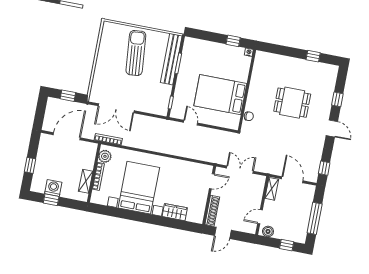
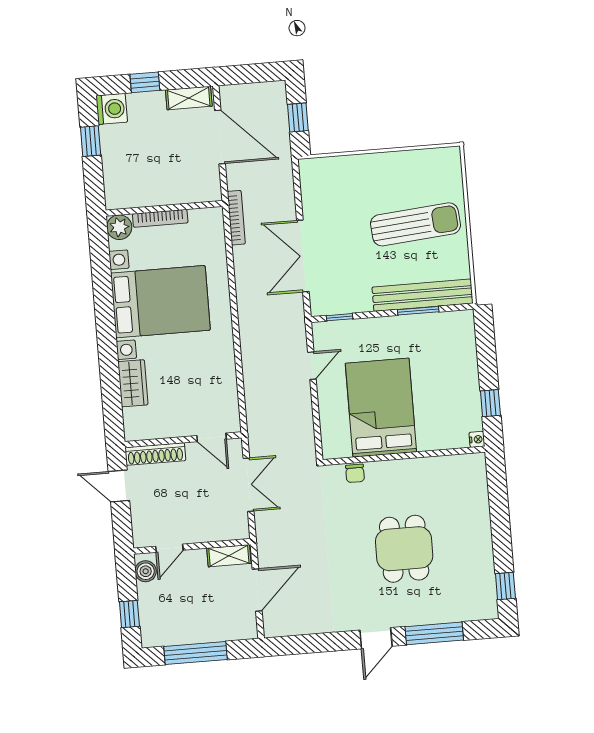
window: (313, 56) -> (505, 586), moved
window: (337, 99) -> (434, 633), width x2.17
double door: (116, 108) -> (303, 256), moved
plant: (105, 156) -> (119, 227), moved
window: (324, 168) -> (296, 645), removed
shelving: (86, 181) -> (189, 98), moved
washing machine: (53, 188) -> (112, 109), moved
door: (260, 217) -> (169, 548), swing flipped

